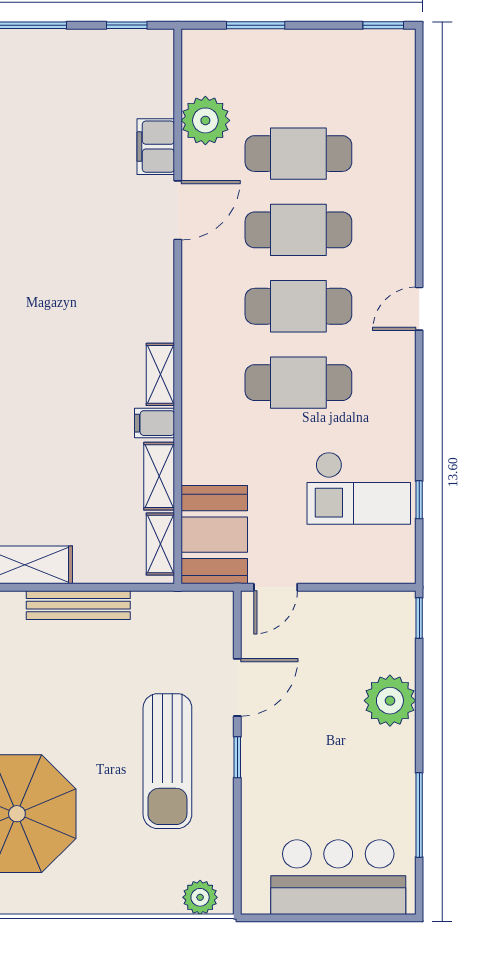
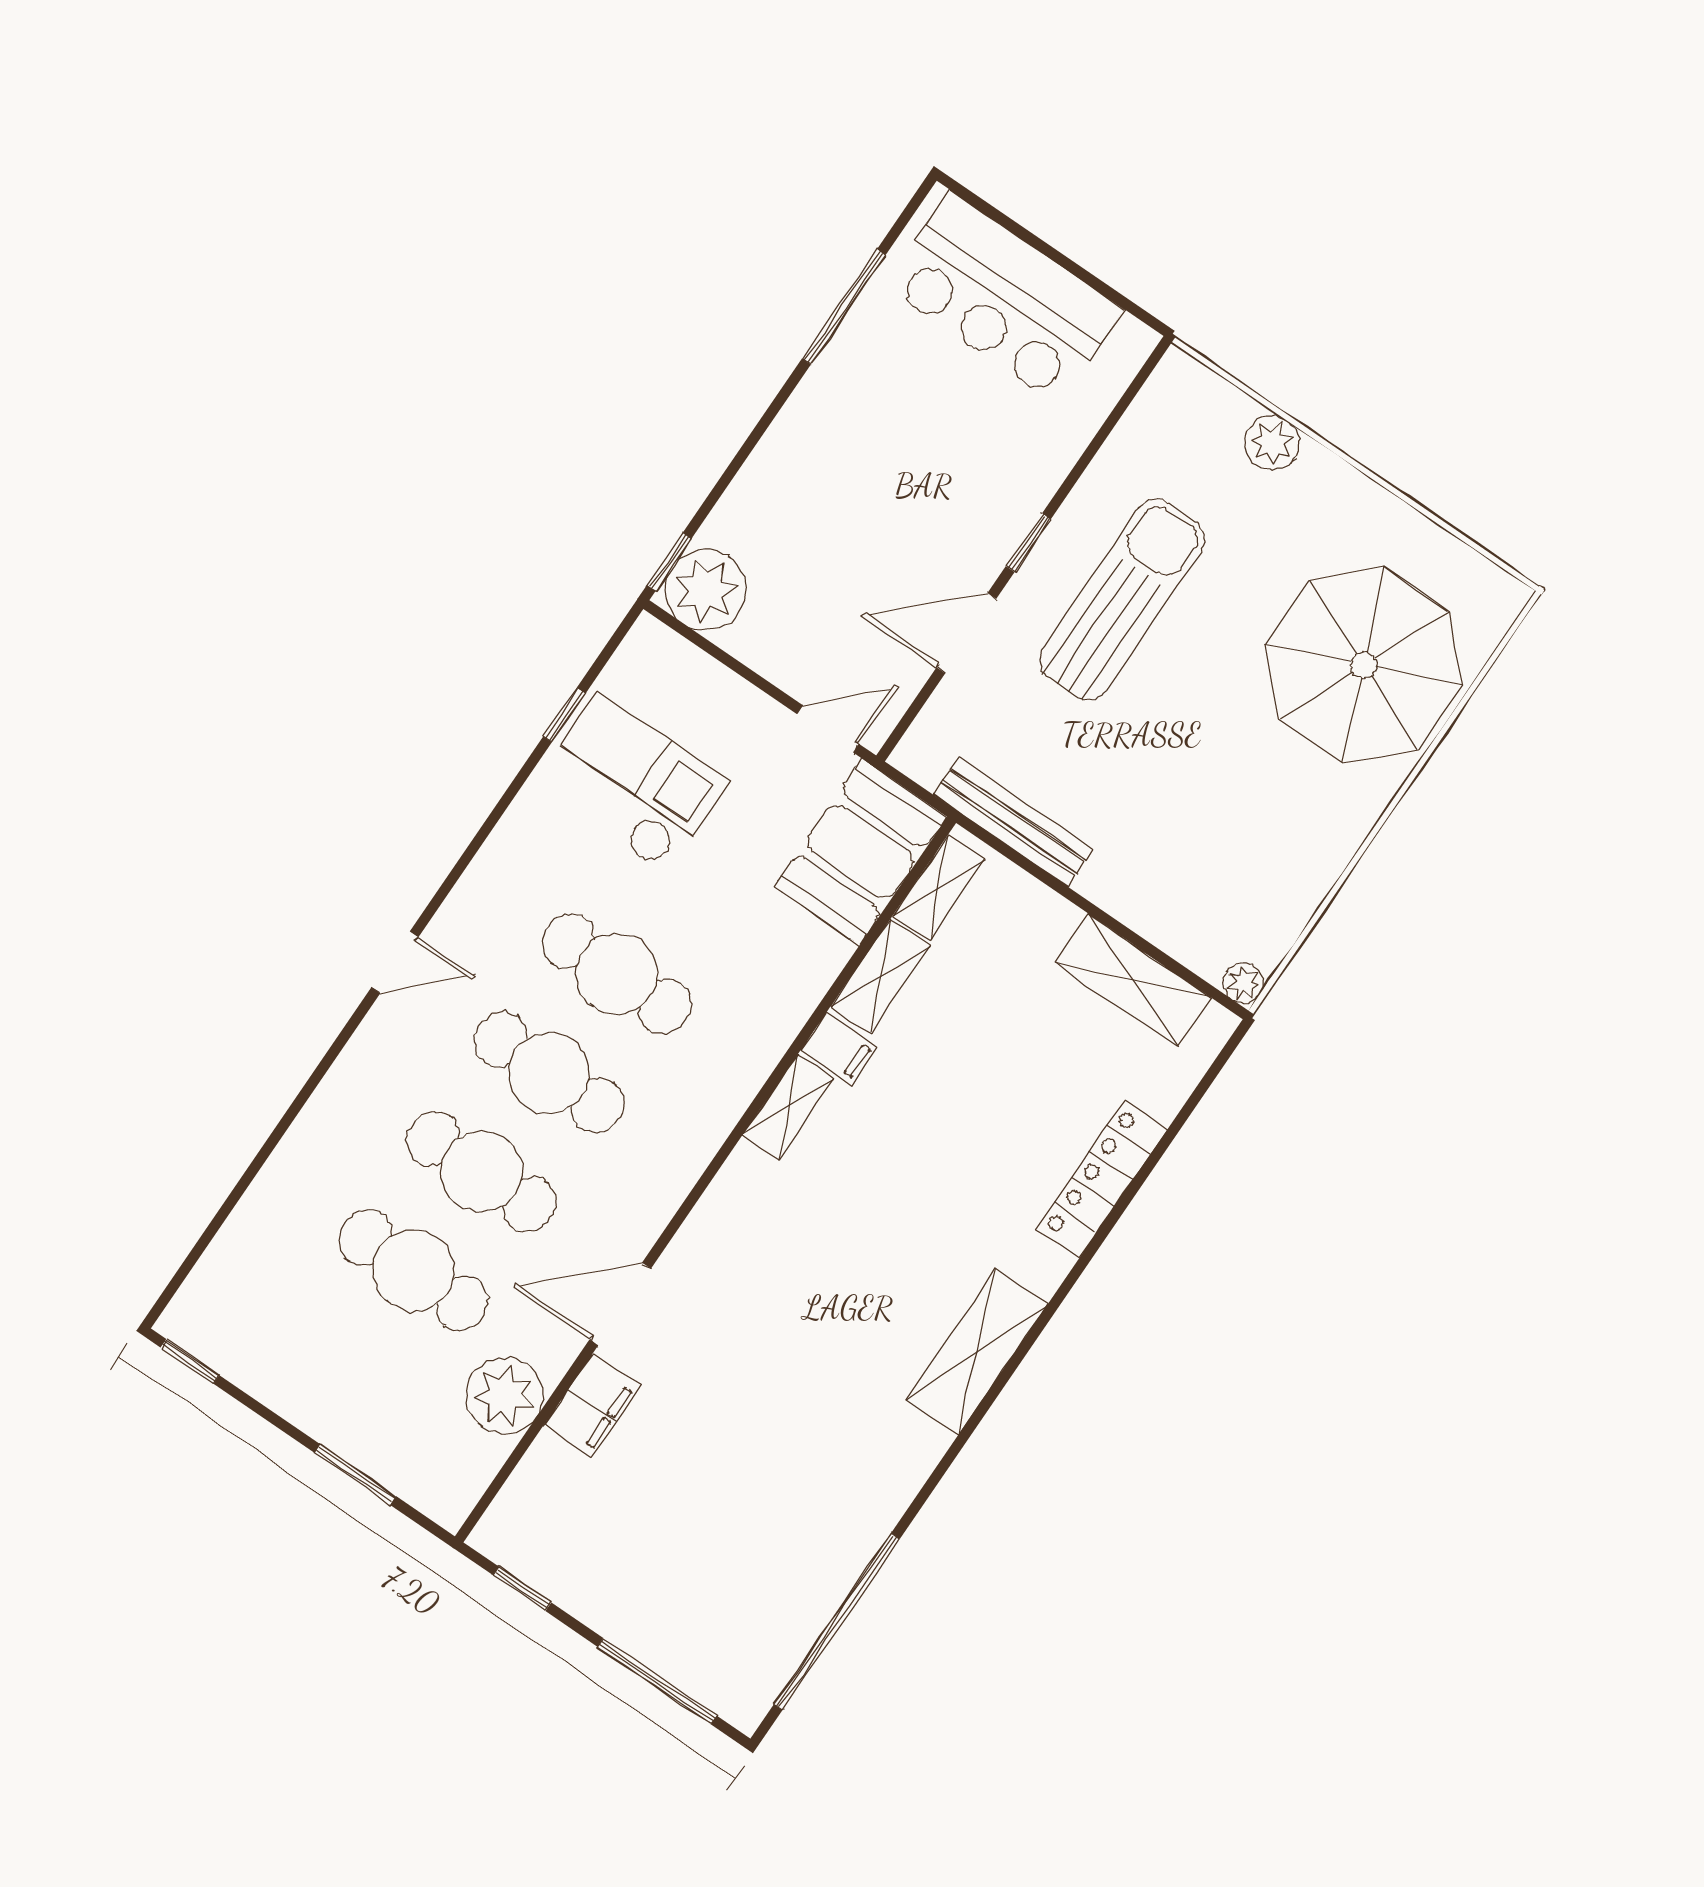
bench: (78, 605) -> (1013, 822), moved
plant: (390, 701) -> (706, 590), moved
plant: (200, 897) -> (1272, 443), moved

